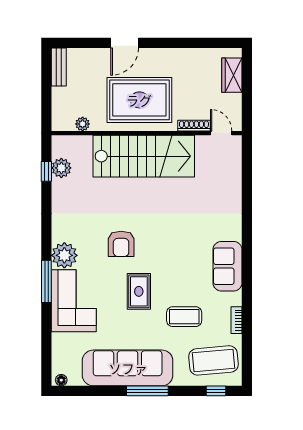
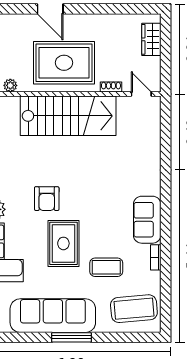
door: (125, 43) -> (50, 9), hinge flipped
shoe rack: (194, 126) -> (111, 87), width x0.70
rug: (139, 291) -> (63, 243), width x1.36, depth x1.43
bookcase: (237, 320) -> (156, 257), moved
window: (216, 391) -> (136, 337), removed

